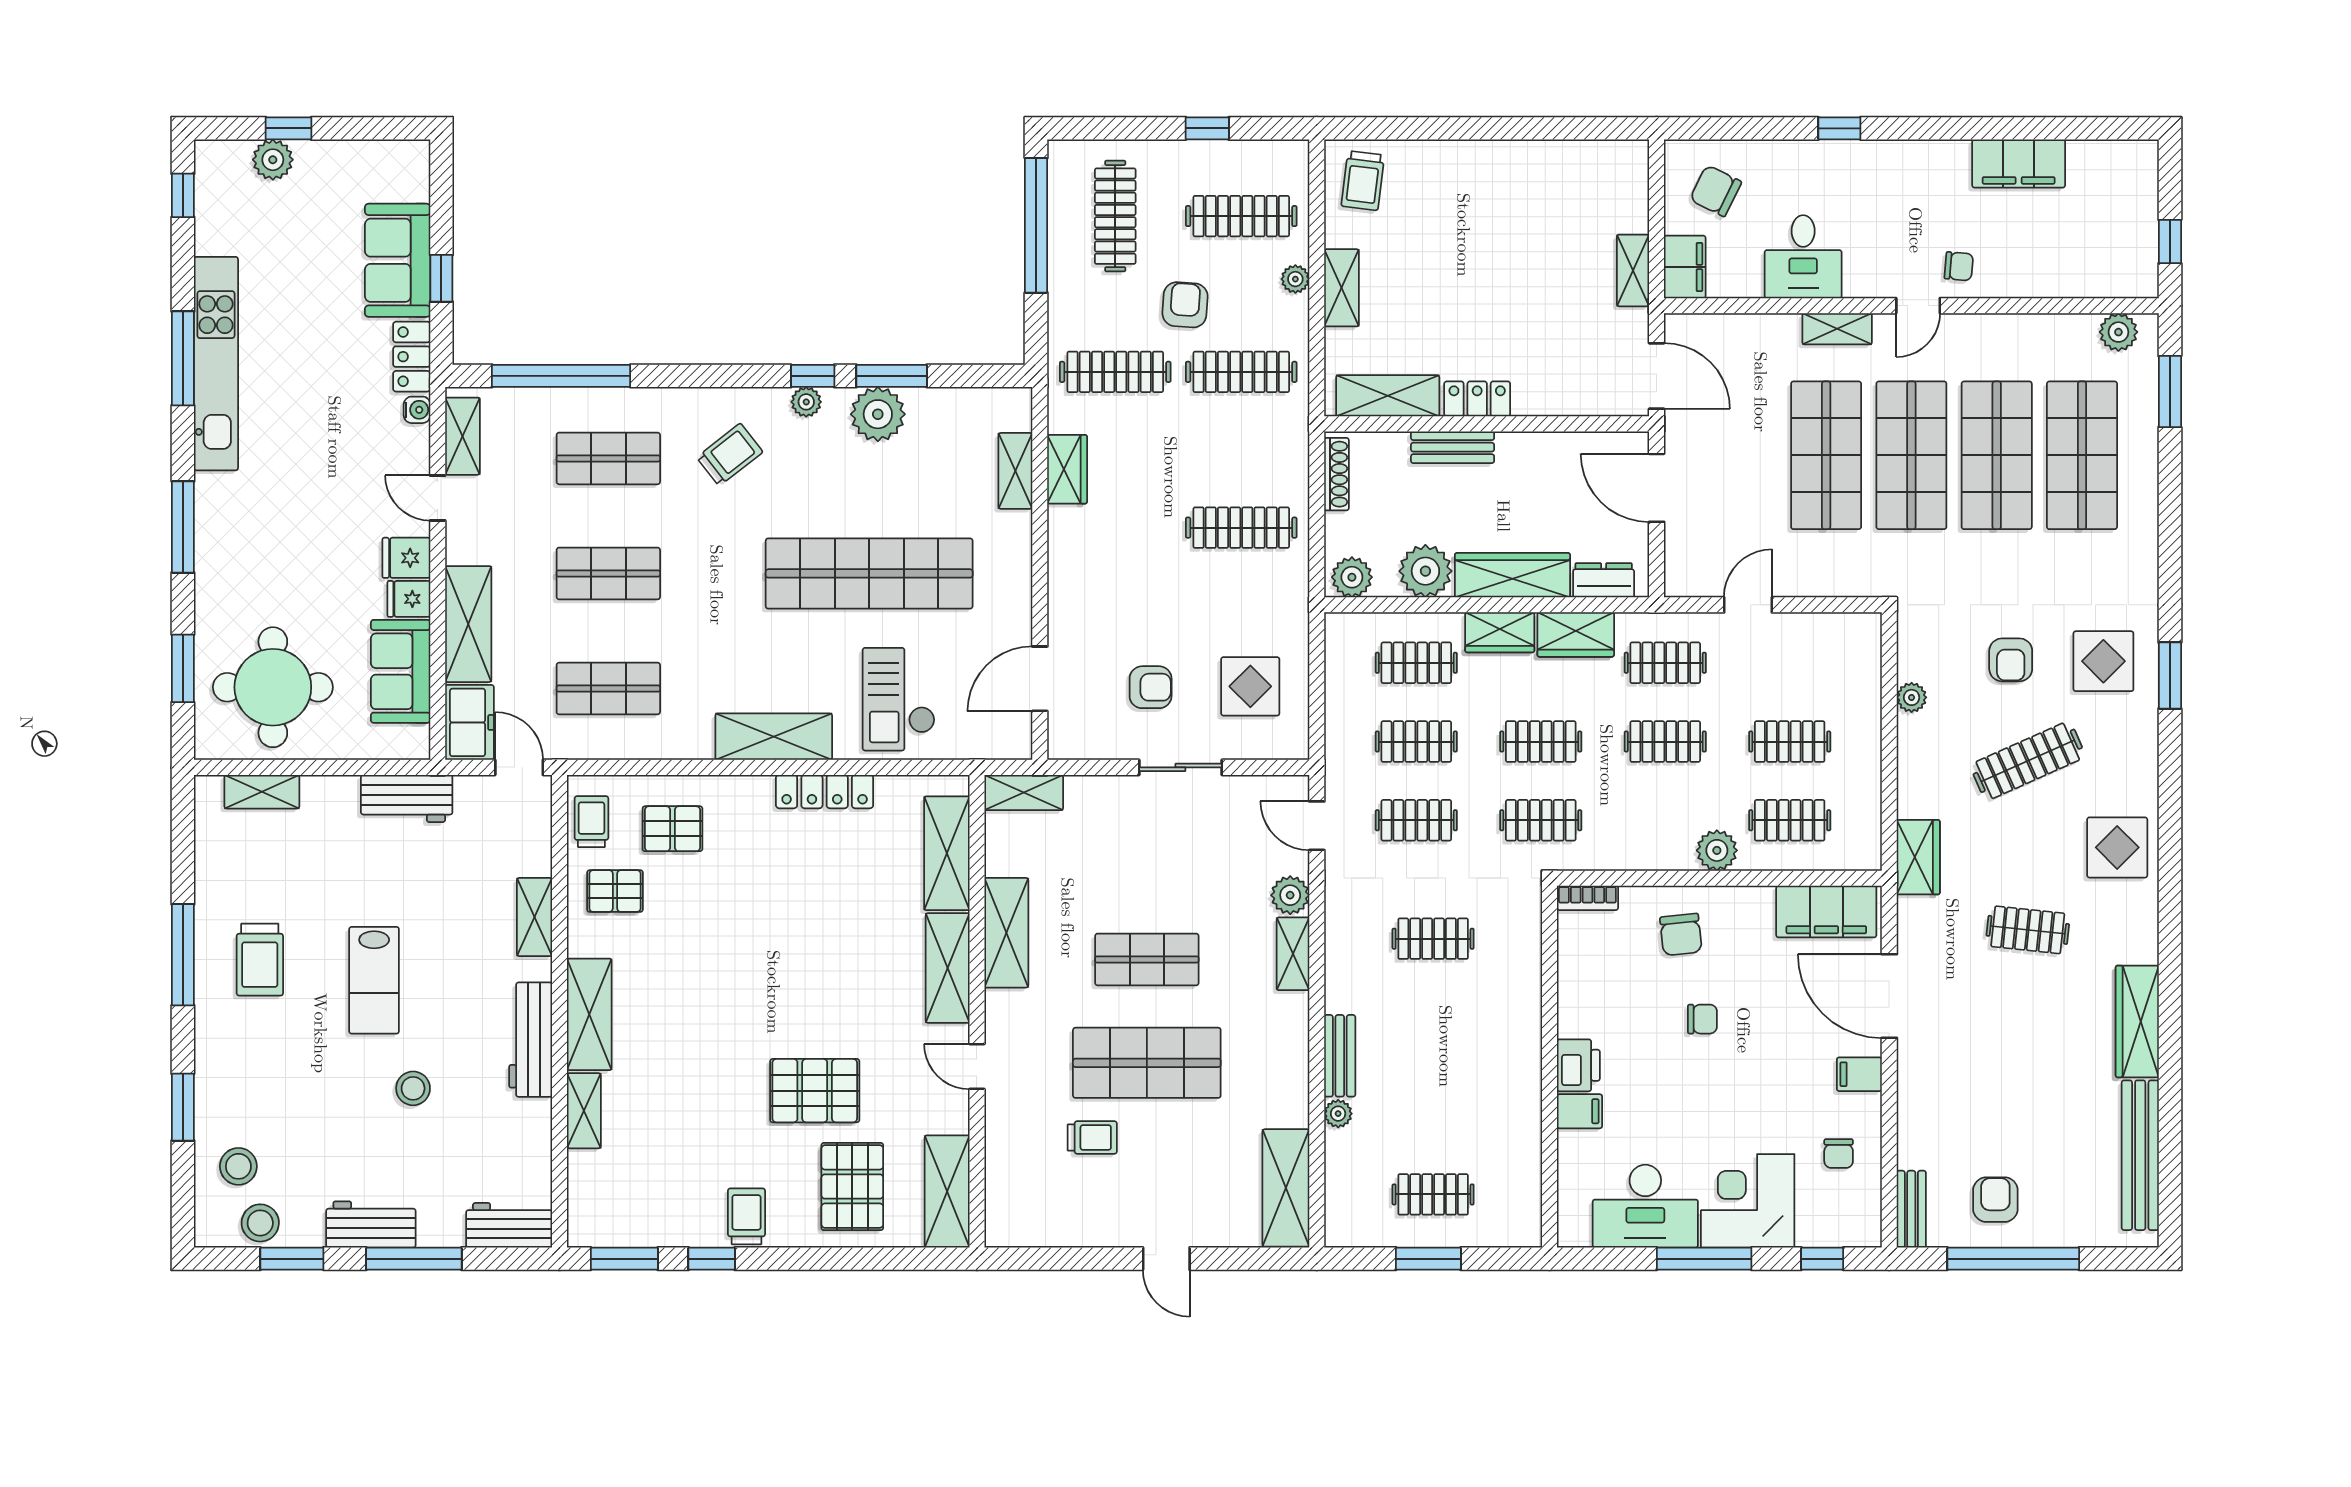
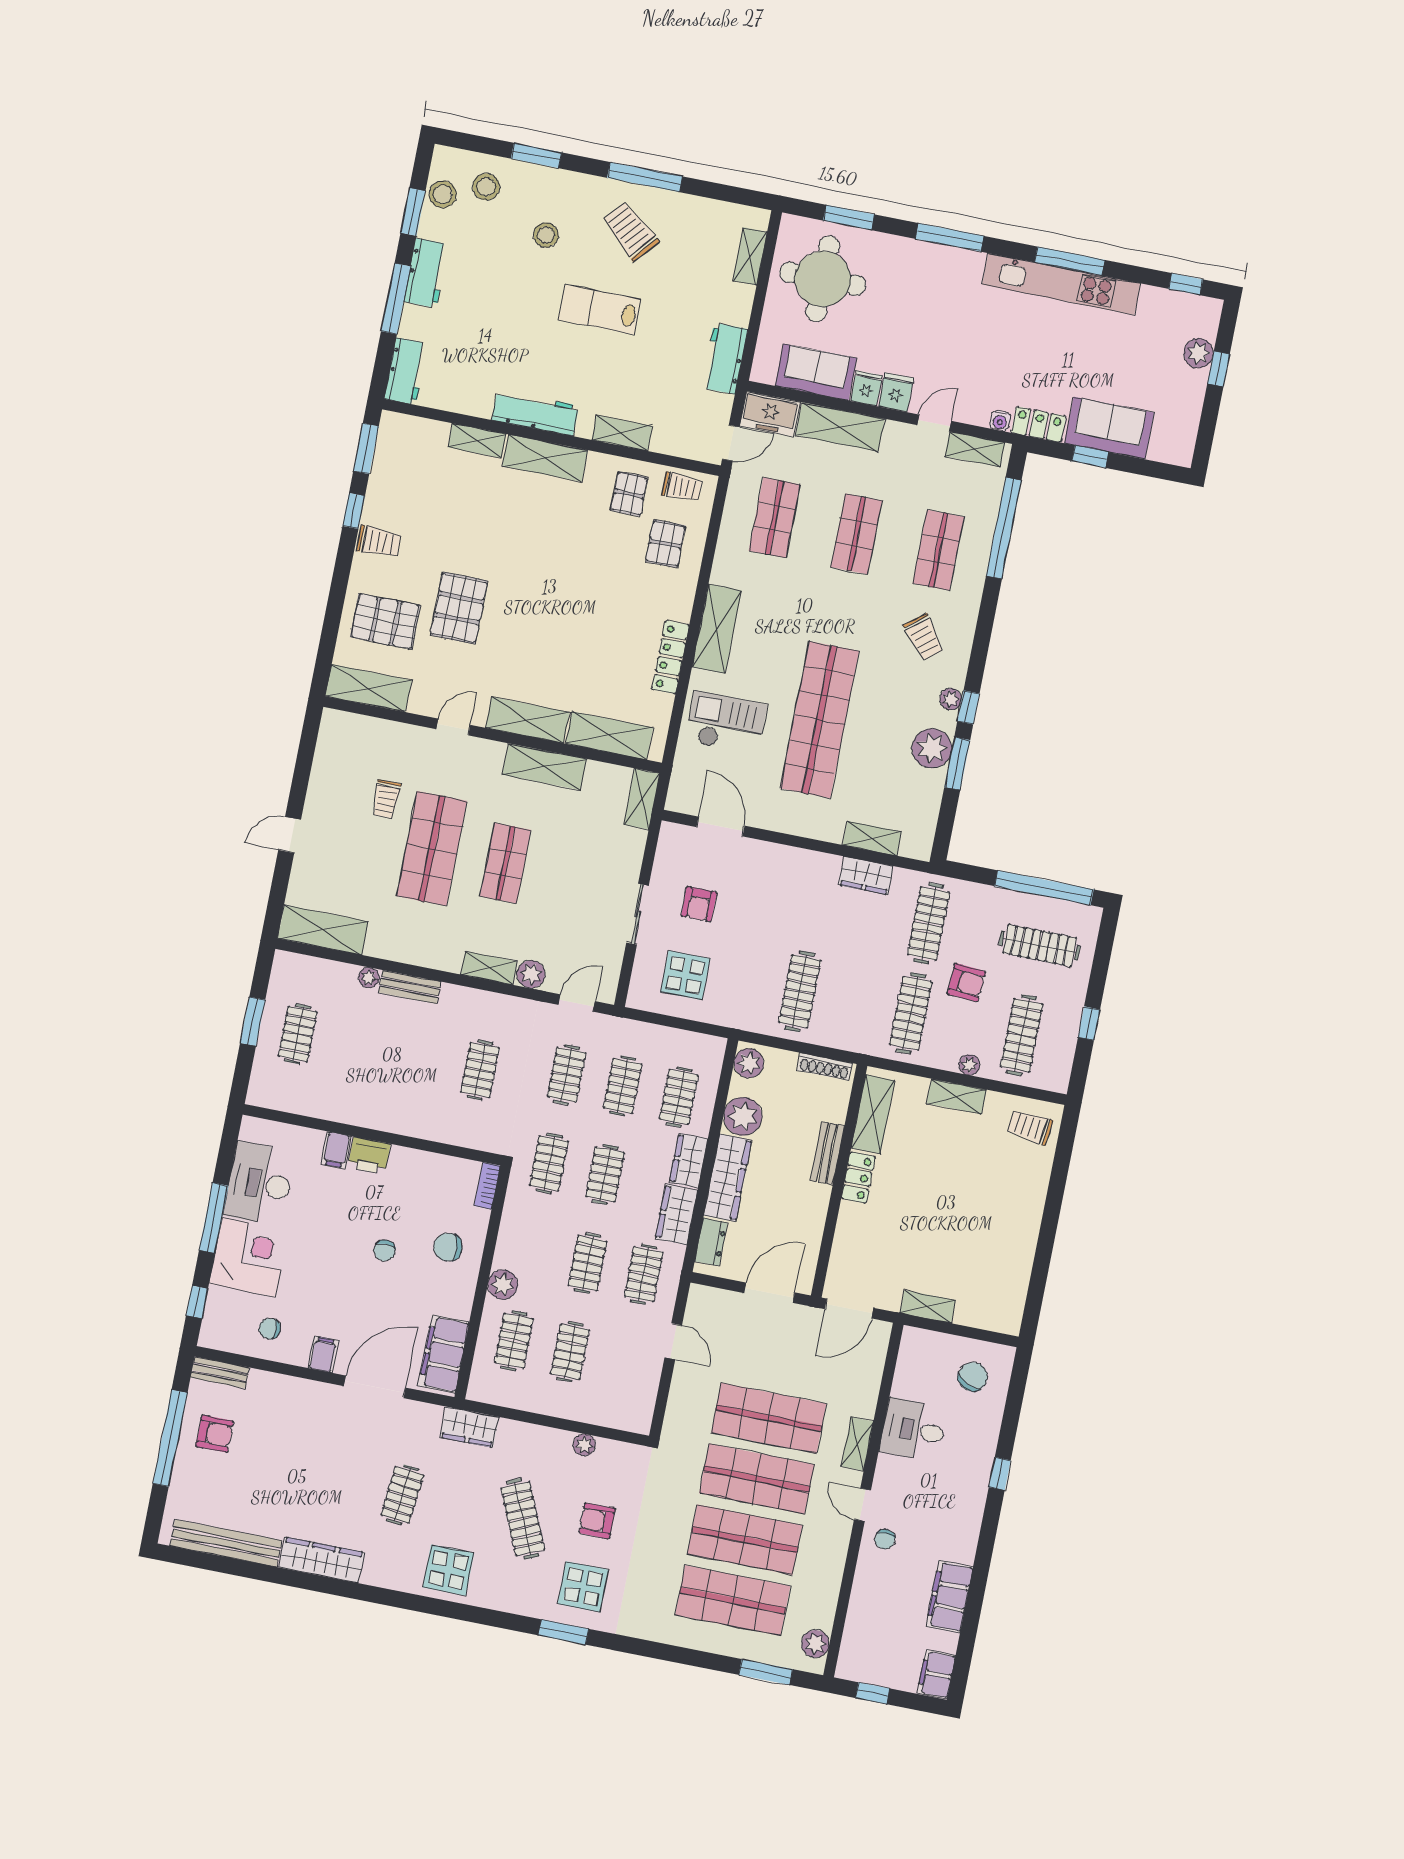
filing cabinet: (1685, 267) -> (936, 1674), moved, turned 90
trolley: (260, 960) -> (630, 231), turned 41
stool: (413, 1088) -> (546, 235), moved

